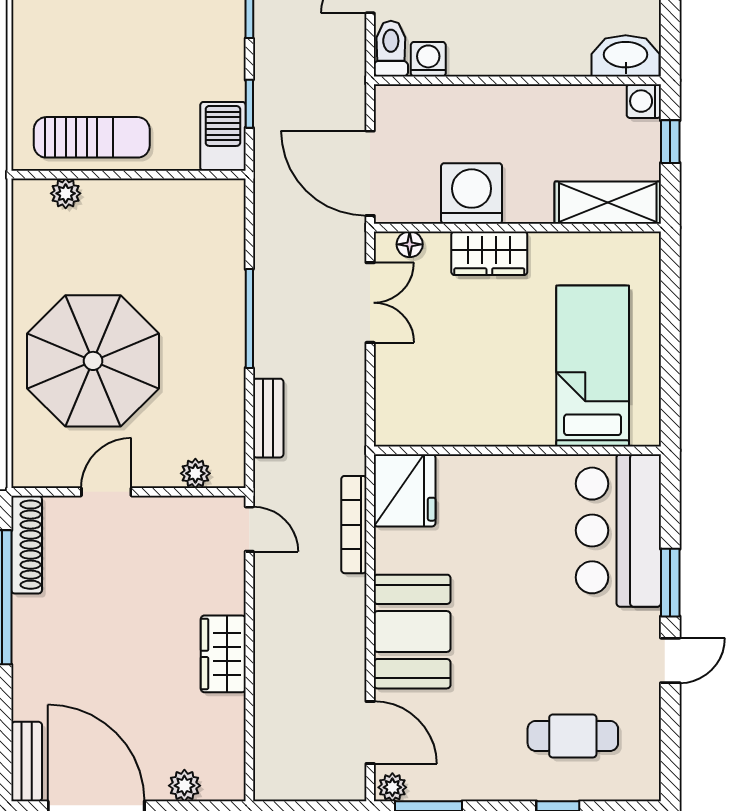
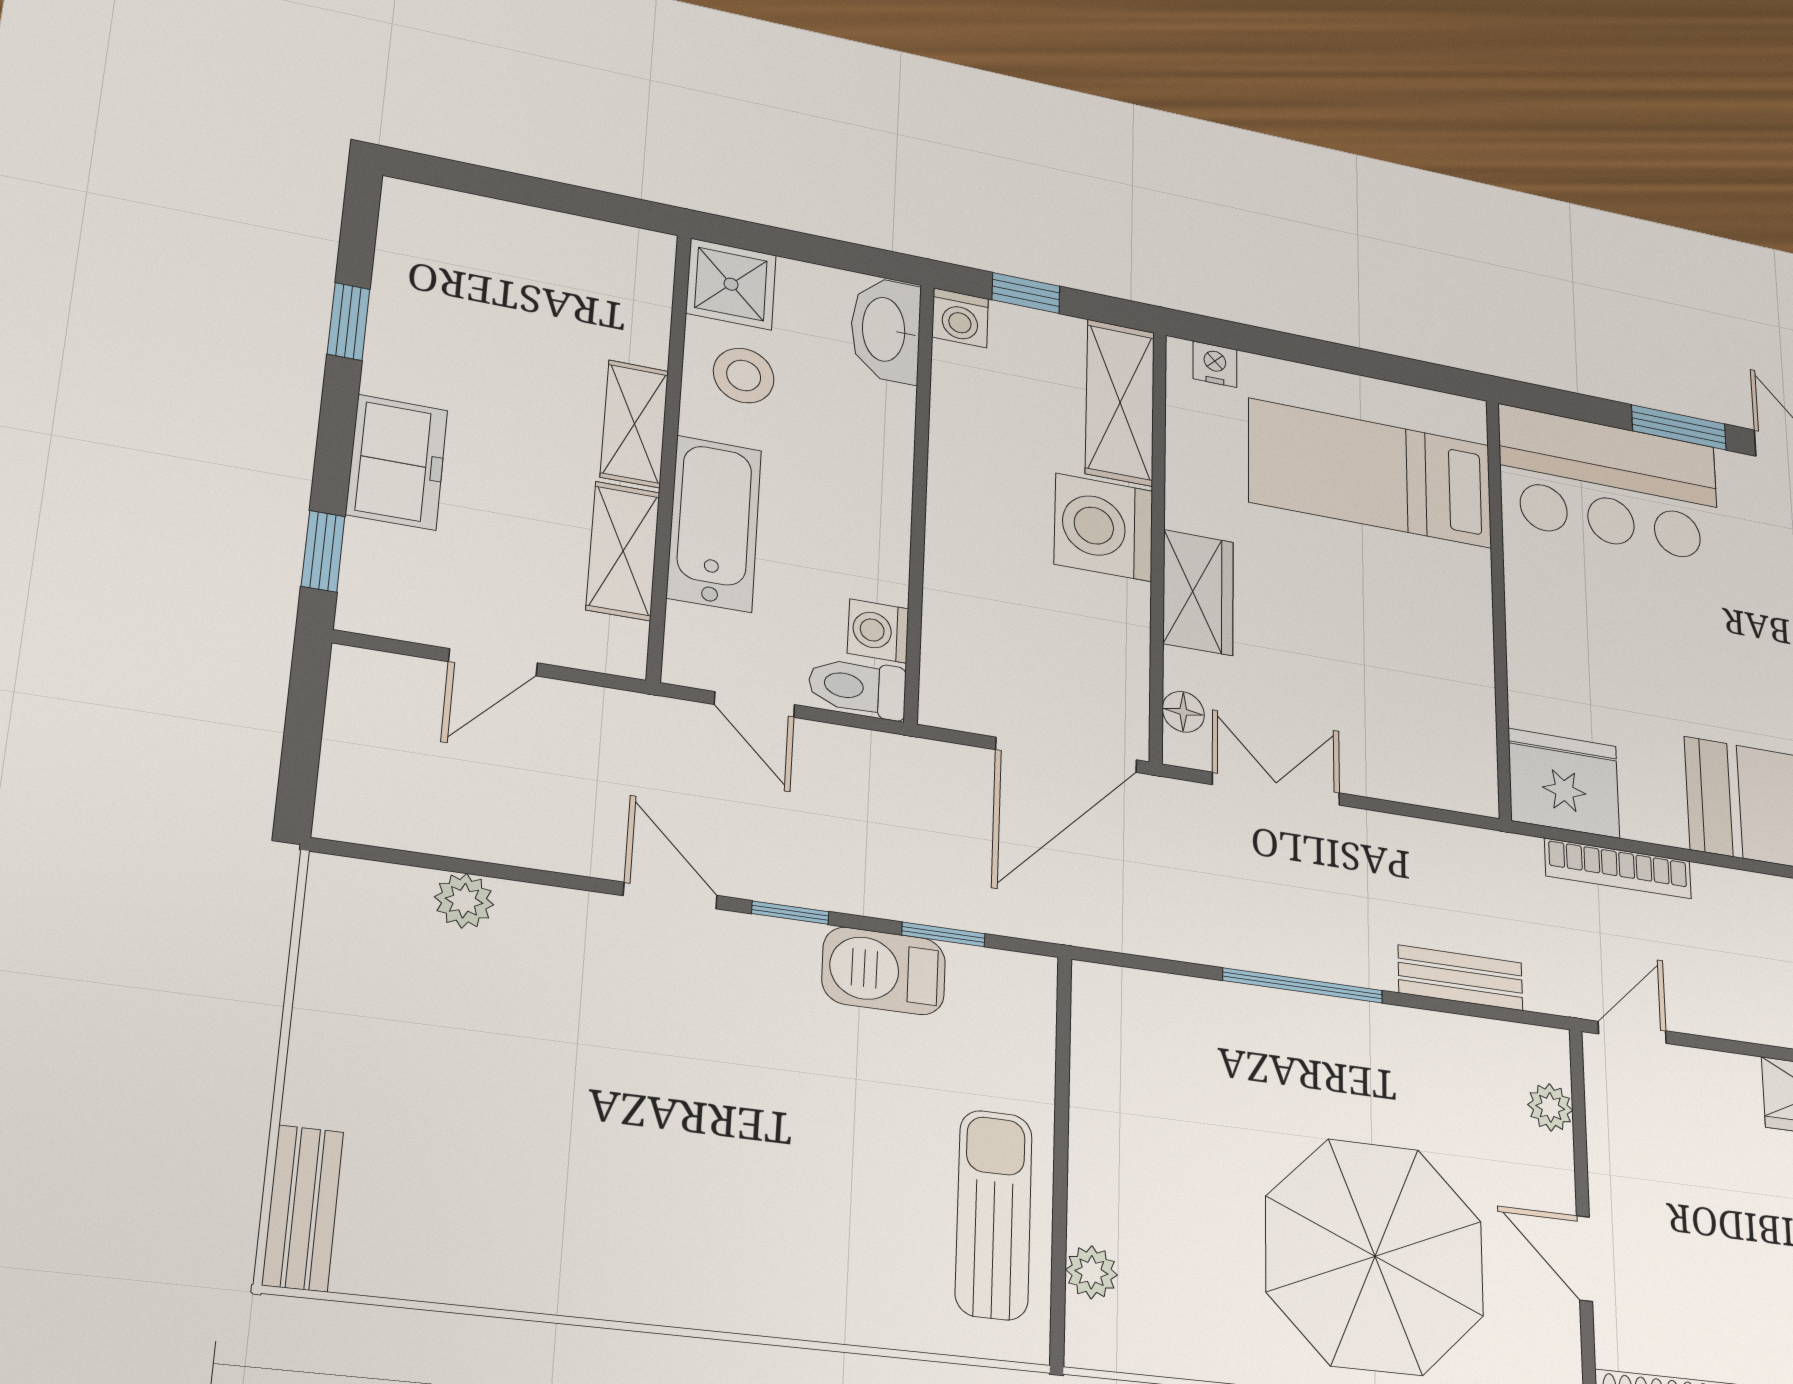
barbecue: (223, 136) -> (884, 971), moved
washing machine: (472, 193) -> (1104, 527), moved
nightstand: (647, 263) -> (1215, 364), added

